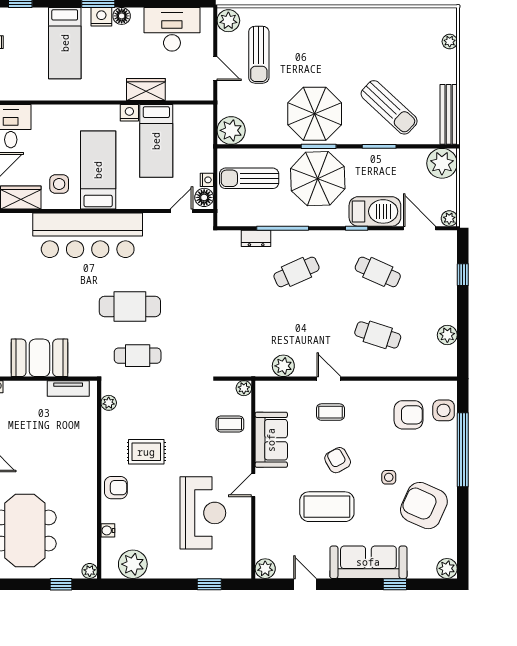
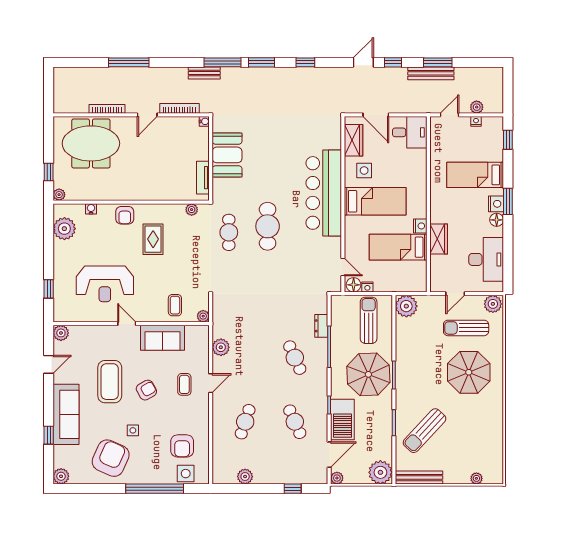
parasol: (315, 114) -> (469, 372), moved
cafe table: (378, 272) -> (295, 422), turned -48

